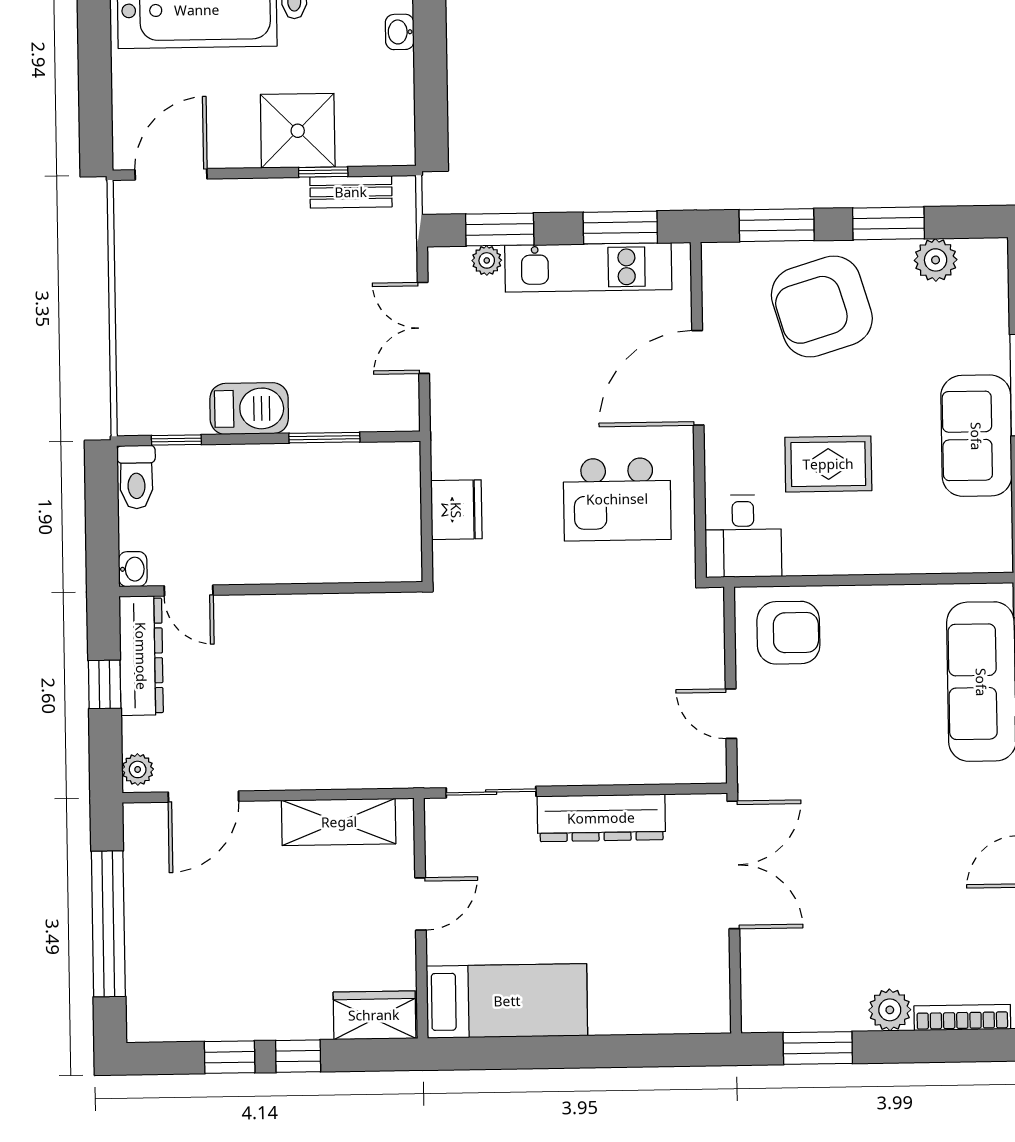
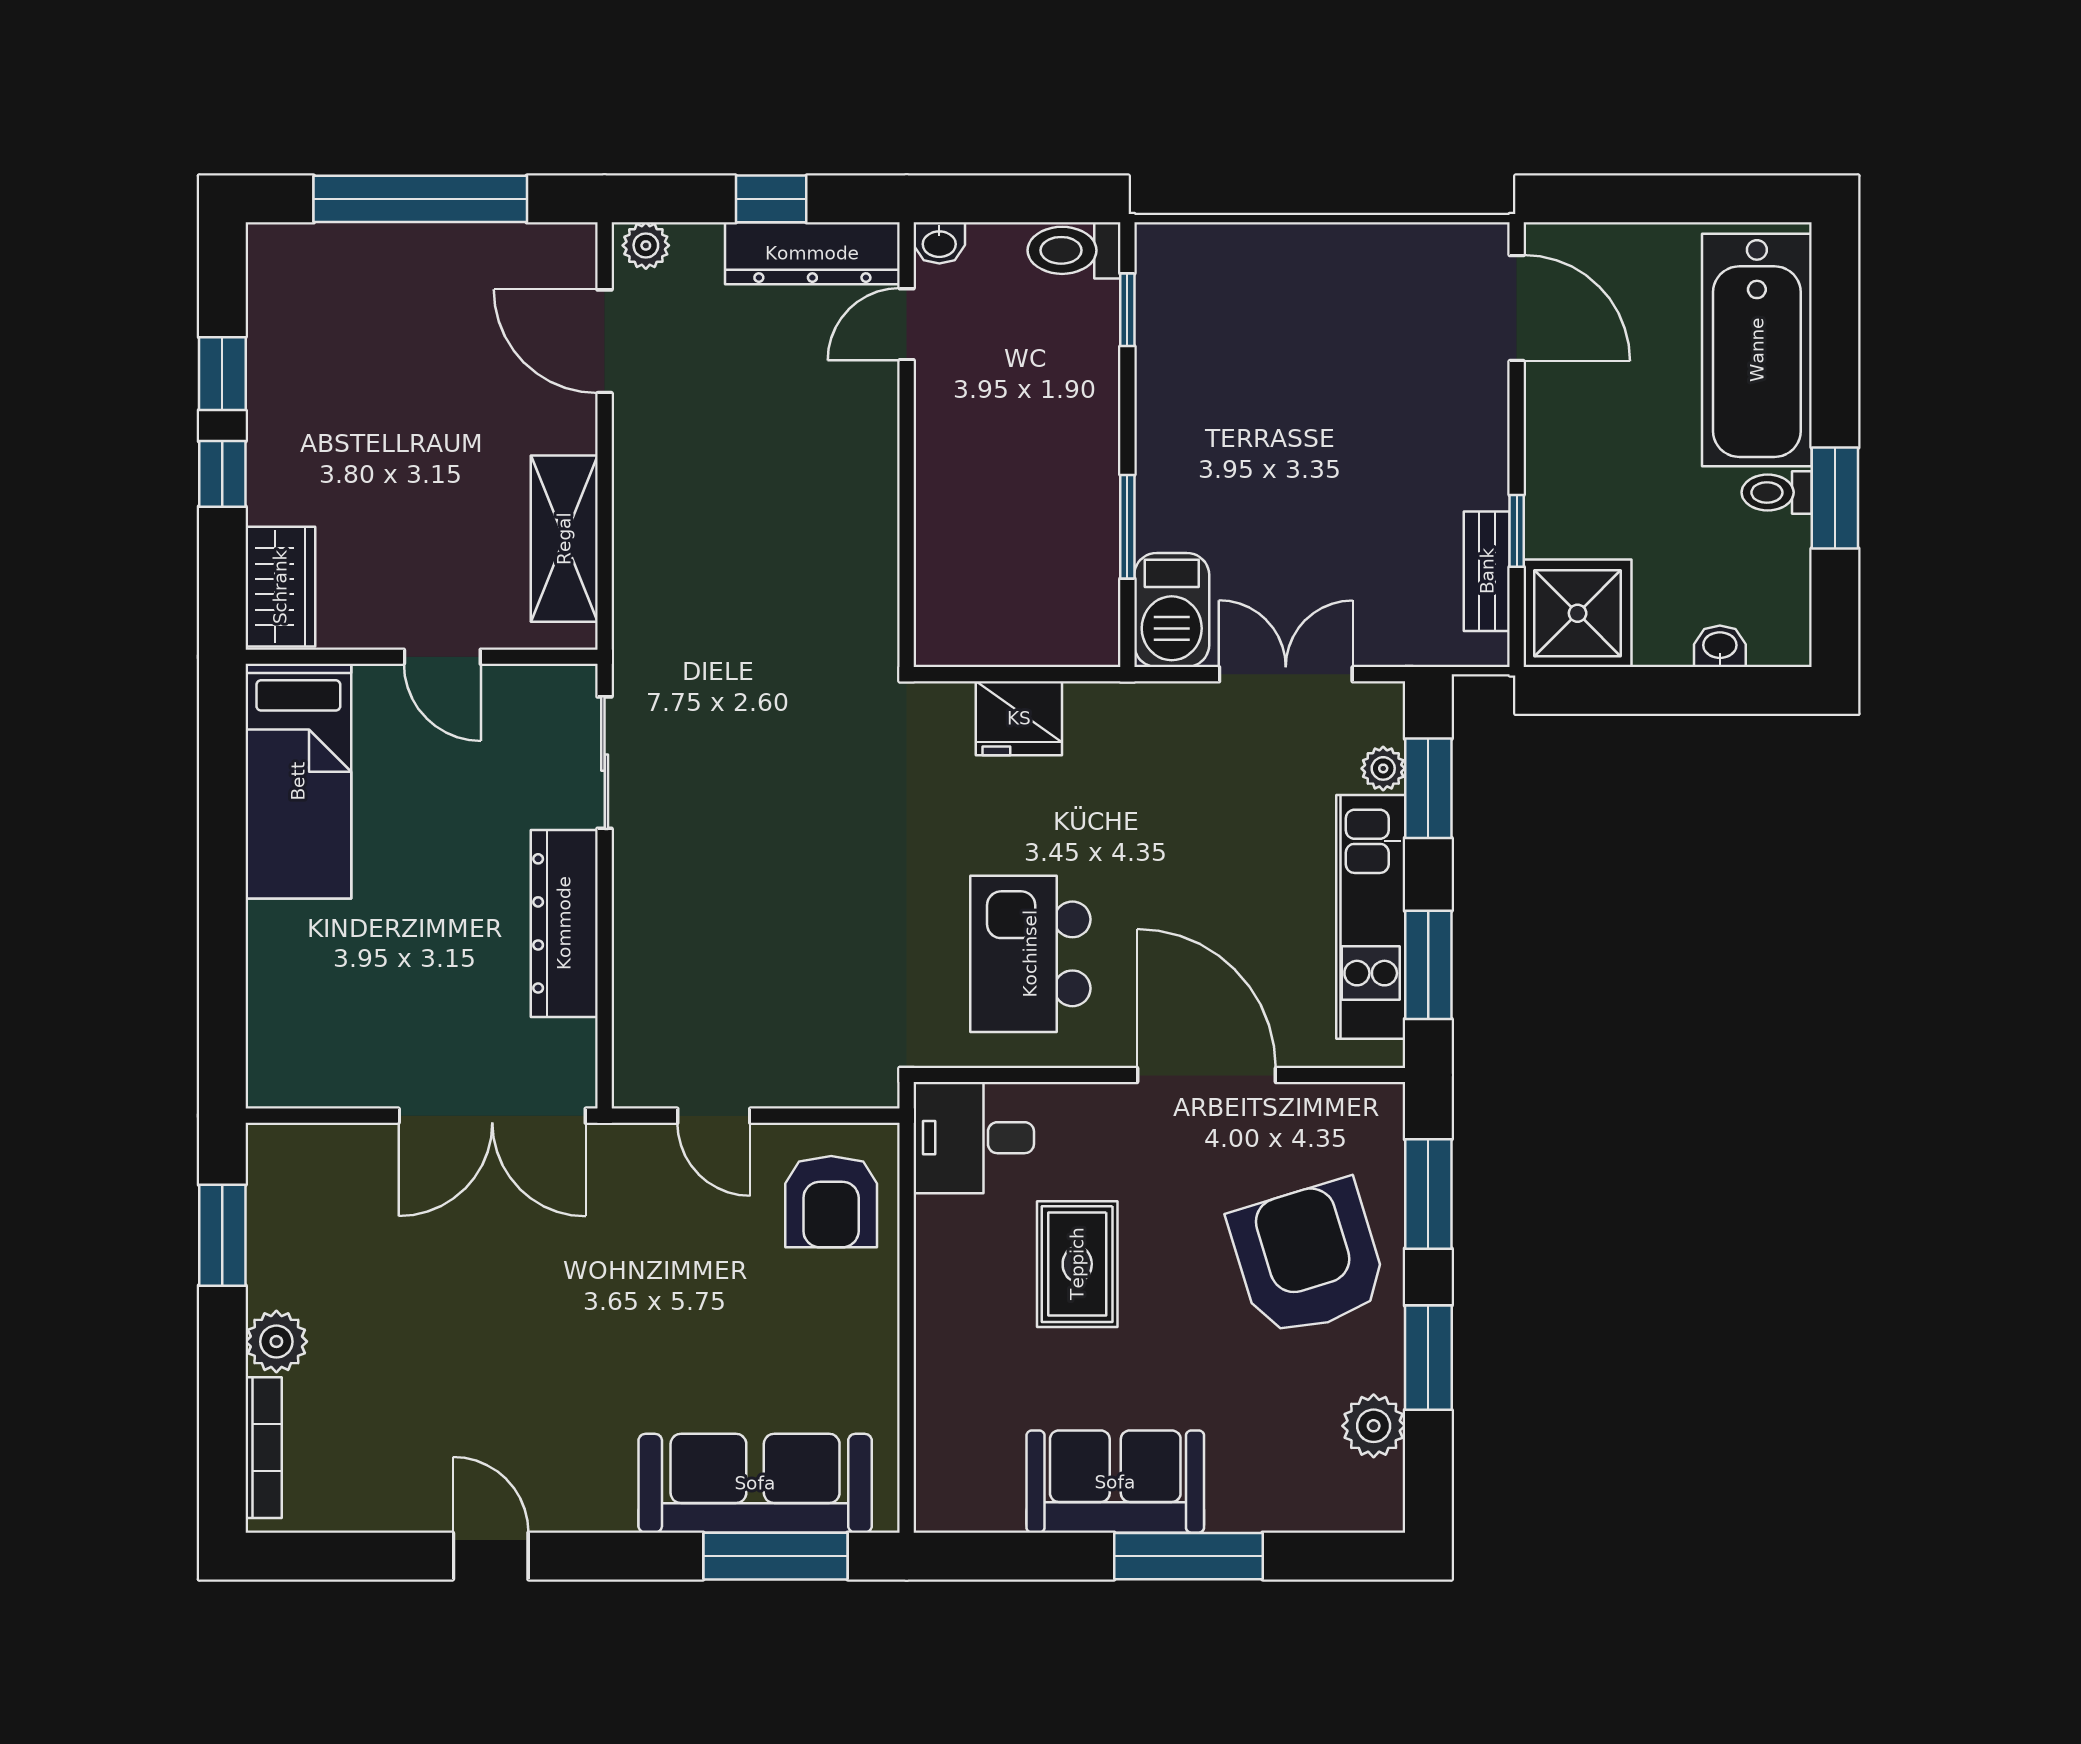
shower: (298, 131) -> (1578, 613), moved
barbecue: (249, 409) -> (1172, 610), moved
door: (731, 714) -> (714, 1116), swing flipped

